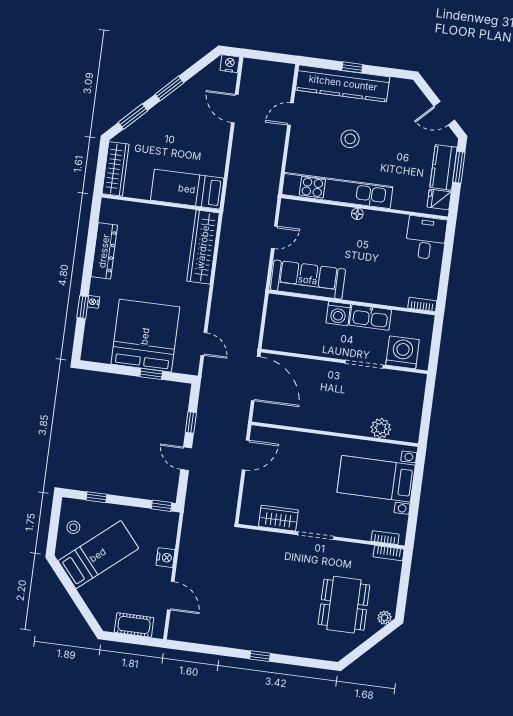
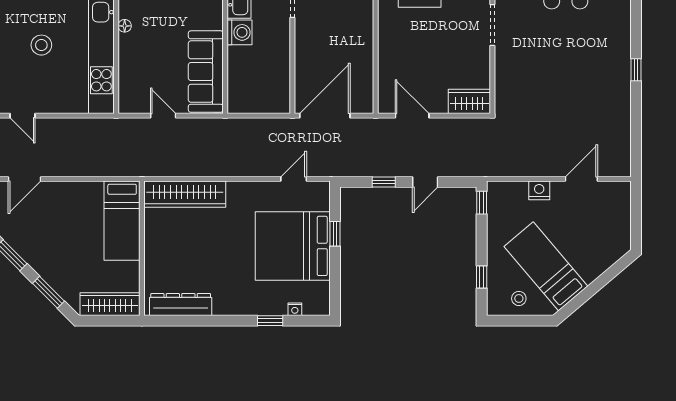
dresser: (104, 251) -> (181, 305), moved
nightstand: (93, 302) -> (295, 309), moved
wardrobe: (278, 518) -> (469, 101), moved, turned 90
cot: (134, 625) -> (620, 216), removed

